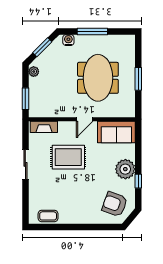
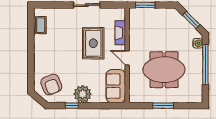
window: (92, 31) -> (205, 65), width x1.46
plant: (34, 72) -> (170, 12), removed
fireplace: (44, 127) -> (120, 33), moved
armchair: (115, 204) -> (51, 85), turned 139

